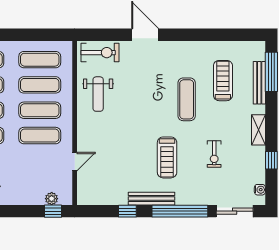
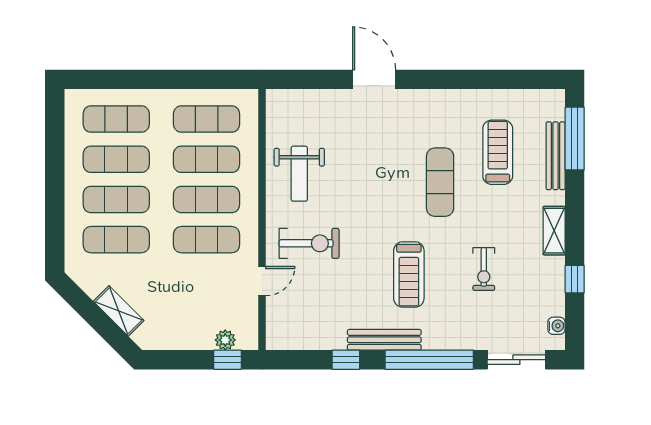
exercise bike: (100, 53) -> (309, 243), moved

